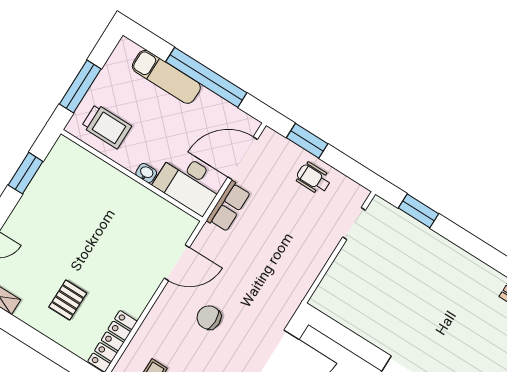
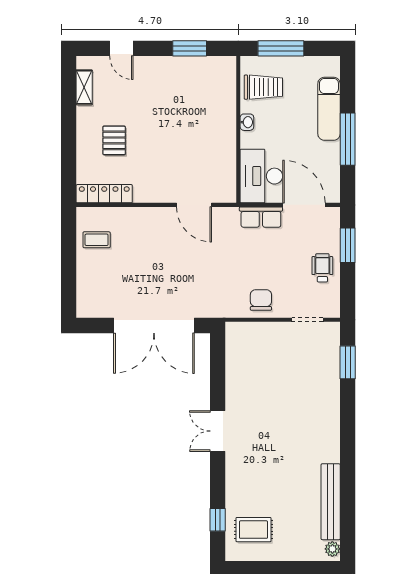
window: (206, 77) -> (348, 139), width x0.68
trolley: (106, 126) -> (263, 87), turned -90
washbasin: (146, 173) -> (247, 122), moved
pallet: (68, 300) -> (114, 140), turned 90
chair: (209, 318) -> (261, 300), moved

